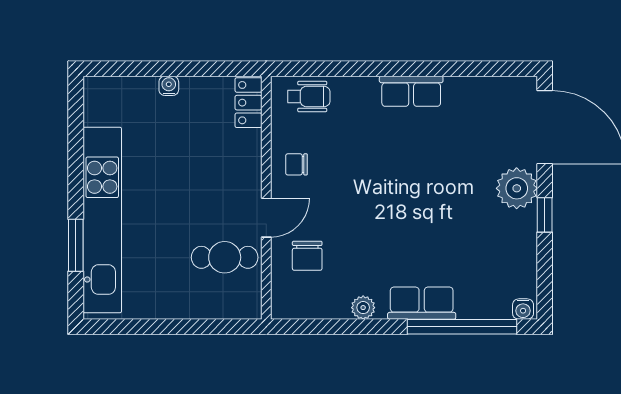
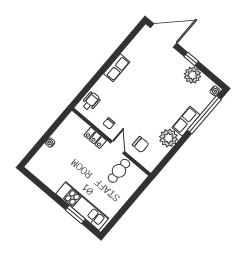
locker: (248, 103) -> (95, 138), moved
plant: (517, 188) -> (192, 75), moved
kitchen unit: (102, 220) -> (82, 206), width x0.73
plant: (363, 308) -> (169, 138), width x1.88, depth x1.88

